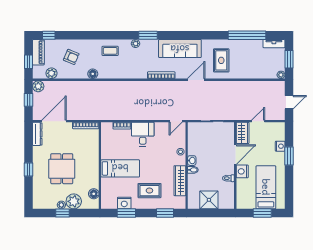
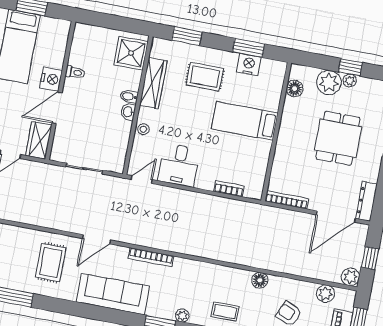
desk: (143, 134) -> (179, 165), moved
shower: (209, 200) -> (131, 53), moved

